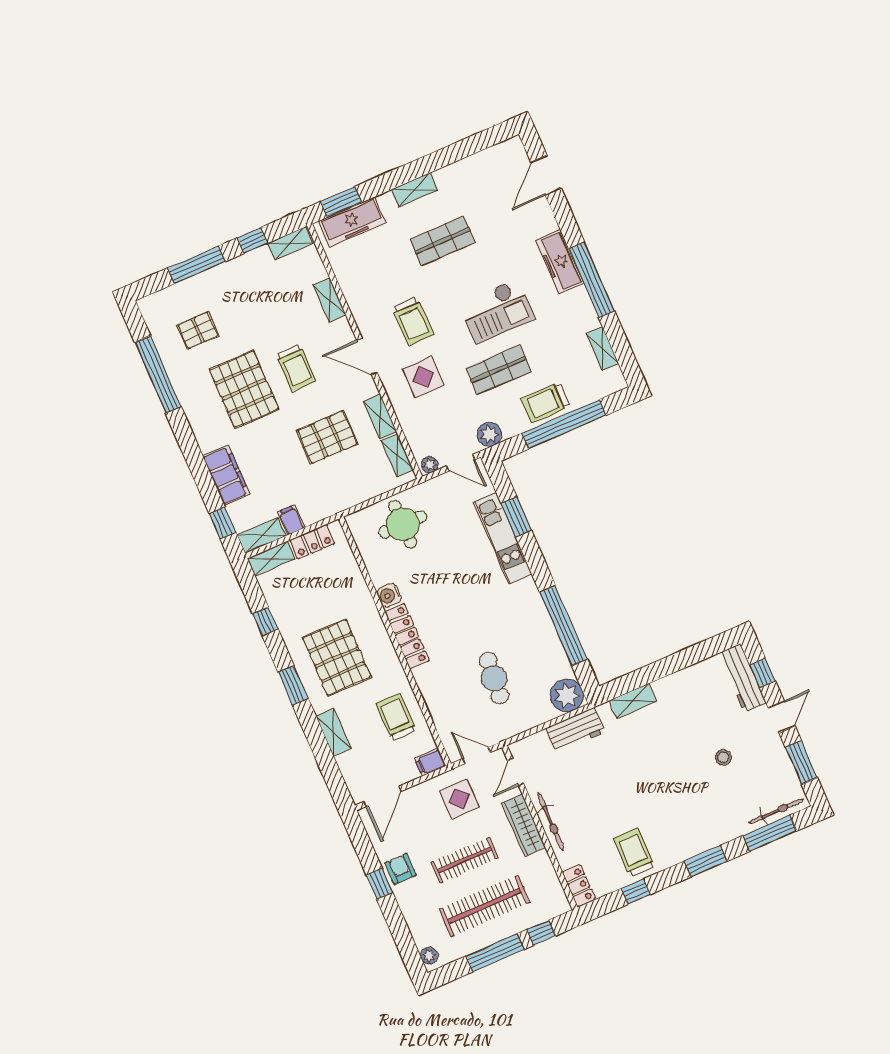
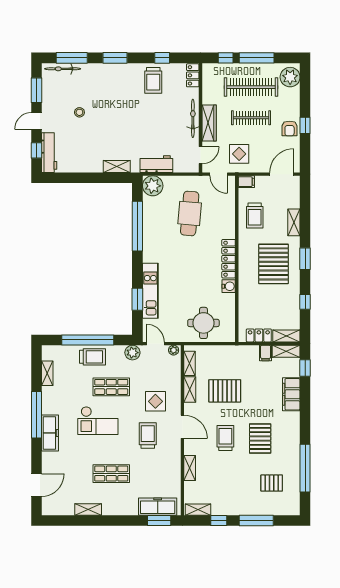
shelving: (414, 190) -> (88, 509), moved
checkout: (497, 311) -> (98, 421), turned 180
pallet: (244, 389) -> (260, 438), width x0.73, depth x0.71
cafe table: (494, 678) -> (190, 213), width x1.37, depth x1.35
plant: (429, 956) -> (290, 77), width x1.88, depth x1.88

